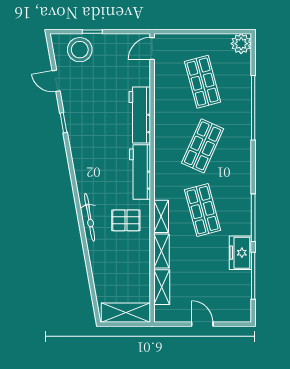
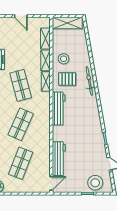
shop shelf: (203, 82) -> (21, 163), turned 36
workbench: (140, 115) -> (59, 159), moved
stool: (132, 254) -> (64, 59), added

